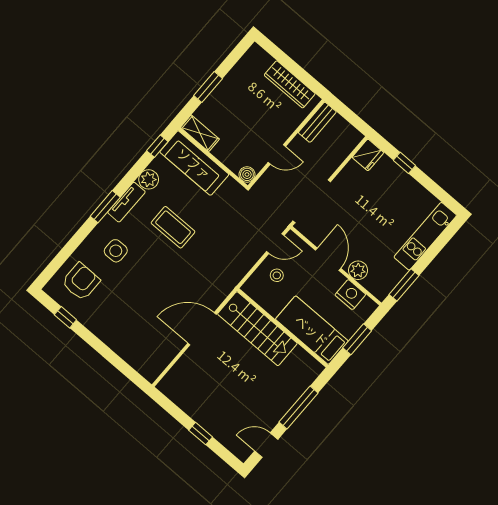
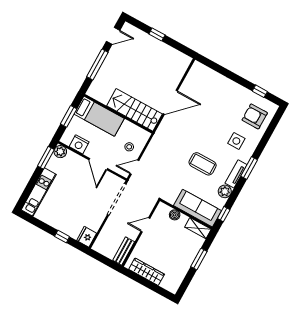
boiler: (247, 174) -> (175, 215), moved
plant: (358, 270) -> (60, 152), moved
armchair: (81, 282) -> (255, 116), turned 90

